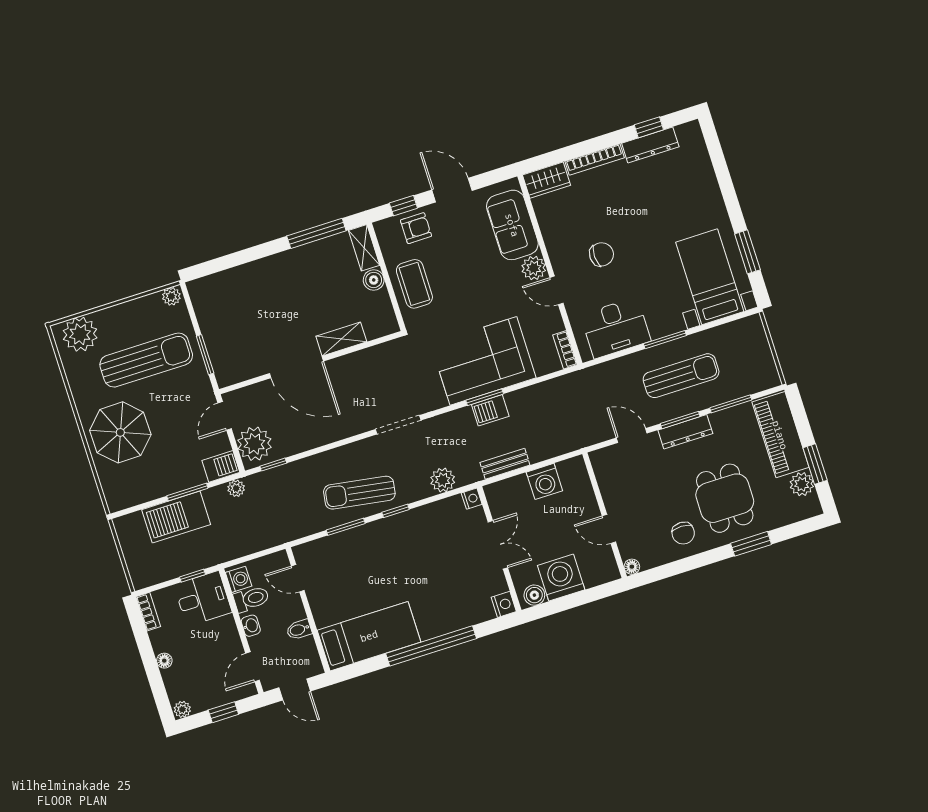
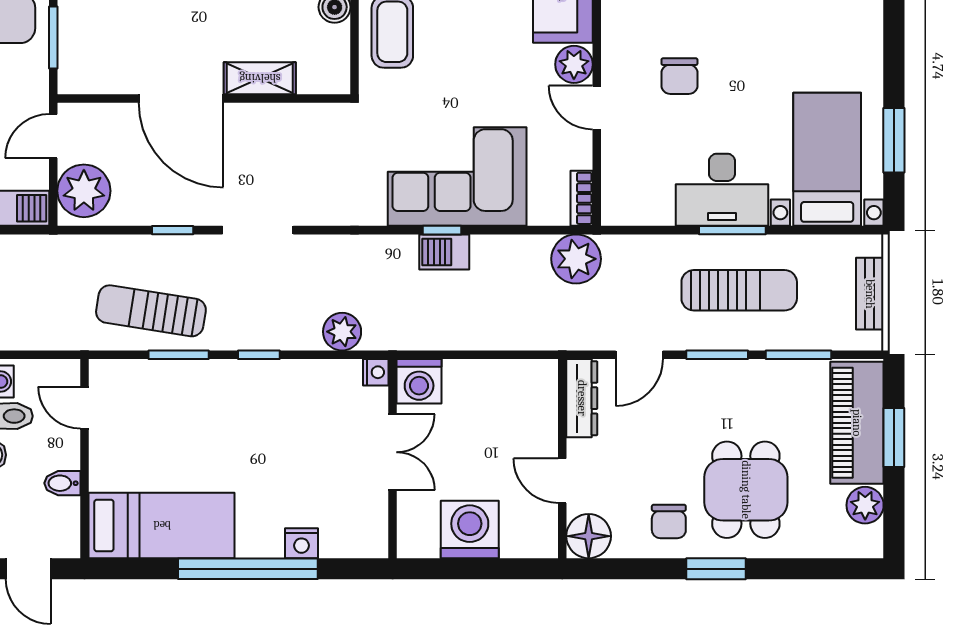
chair: (602, 254) -> (679, 76), turned 92
desk: (616, 328) -> (722, 190), moved
window: (485, 397) -> (442, 230), width x0.67
doorway: (398, 425) -> (258, 230), moved
dresser: (685, 432) -> (582, 398), moved, turned -90
door: (632, 435) -> (639, 355), swing flipped
bench: (505, 464) -> (870, 294), moved, turned 90
window: (815, 464) -> (894, 437), moved
window: (273, 465) -> (173, 230), moved
washing machine: (544, 481) -> (419, 381), moved
plant: (236, 488) -> (576, 259), moved, width x1.88, depth x1.88
sun lounger: (359, 493) -> (151, 311), moved
window: (751, 544) -> (716, 569), moved
floor lamp: (632, 567) -> (589, 536), width x1.89, depth x1.89
boiler: (534, 595) -> (422, 543), removed
nightstand: (504, 604) -> (301, 543), moved, turned 90

